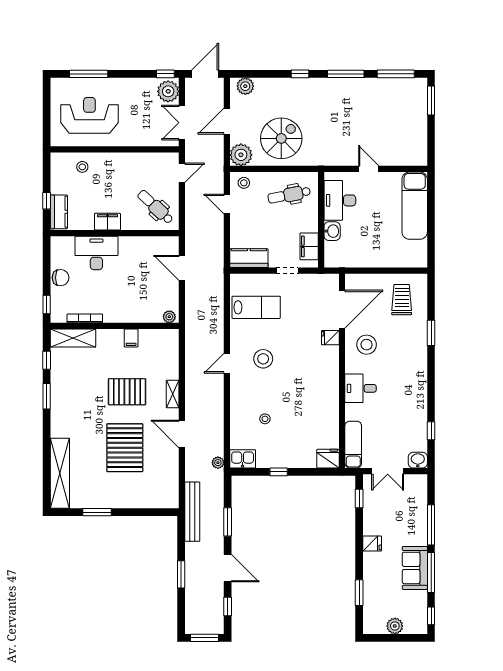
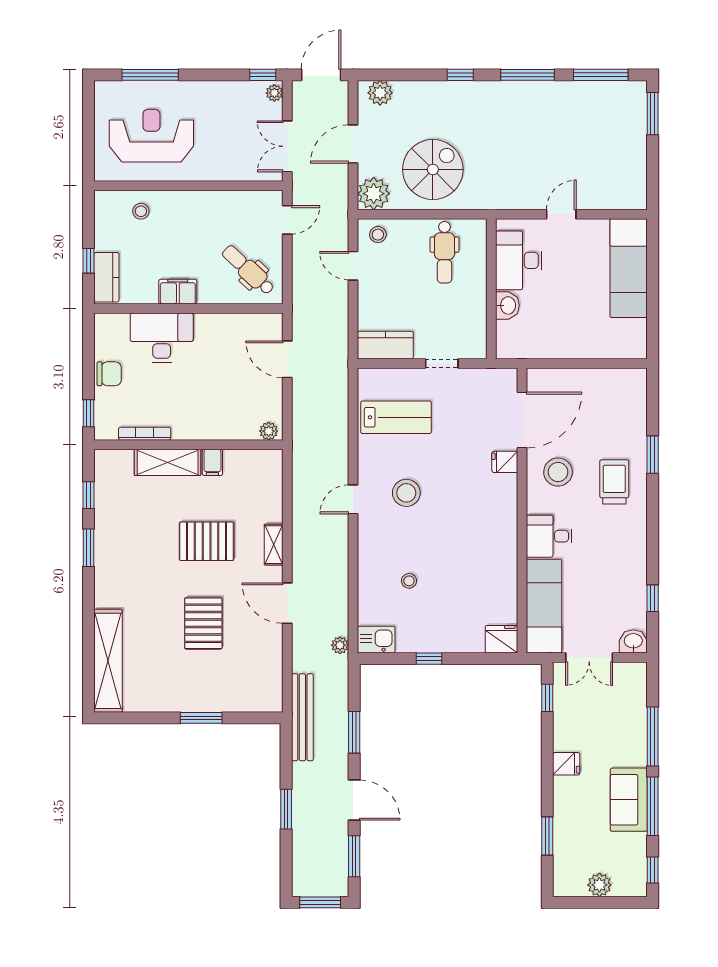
plant: (168, 91) -> (274, 93), width x0.53, depth x0.53
door: (369, 169) -> (561, 214), hinge flipped
dental chair: (289, 195) -> (444, 252), turned -79
filing cabinet: (309, 246) -> (474, 328), removed
trolley: (402, 300) -> (614, 482), moved
shelving: (73, 338) -> (168, 462), moved
exam couch: (353, 445) -> (544, 606), width x1.36, depth x1.45
pallet: (125, 448) -> (203, 623), width x0.73, depth x0.71
window: (97, 512) -> (201, 718), moved
window: (228, 607) -> (354, 856), width x1.50

